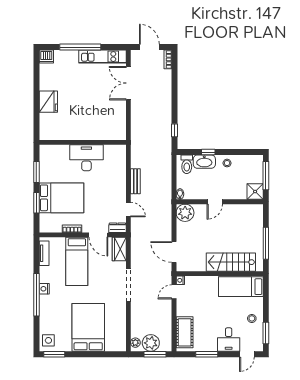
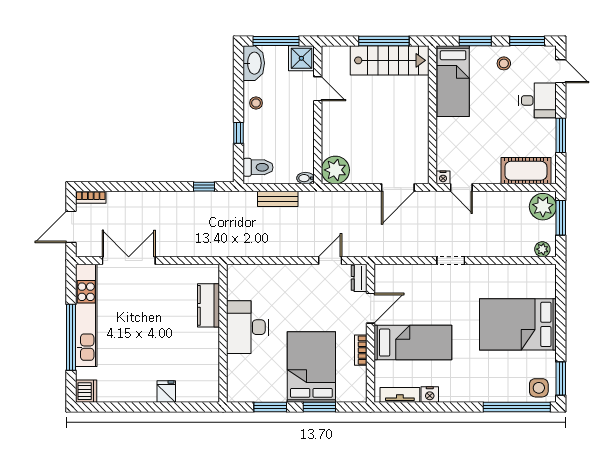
kitchen unit: (102, 57) -> (86, 315), width x1.36
double door: (128, 83) -> (129, 260), swing flipped
fridge: (48, 102) -> (166, 392), width x0.53, depth x0.75
kitchen counter: (100, 133) -> (208, 305), added
washbasin: (204, 162) -> (254, 63), moved
bench: (135, 181) -> (278, 199), moved
door: (215, 202) -> (318, 89), moved
wardrobe: (119, 249) -> (393, 275), removed
stairs: (231, 262) -> (390, 60), moved, turned -90
doorway: (128, 285) -> (451, 260), width x0.53
nightstand: (44, 289) -> (430, 395), moved
window: (36, 295) -> (517, 407), moved
window: (266, 301) -> (475, 41), added
plant: (151, 343) -> (543, 207), moved

